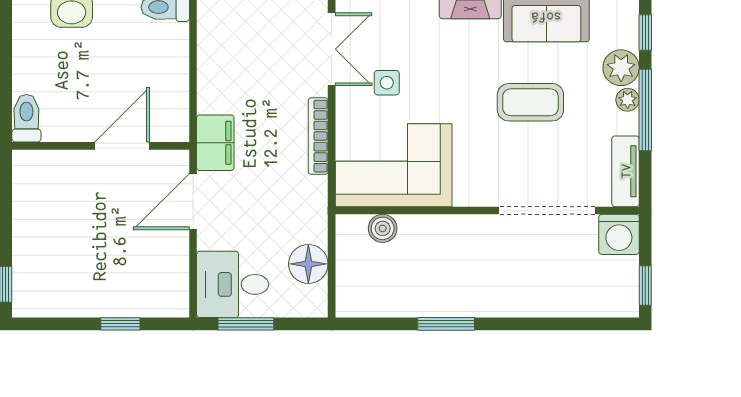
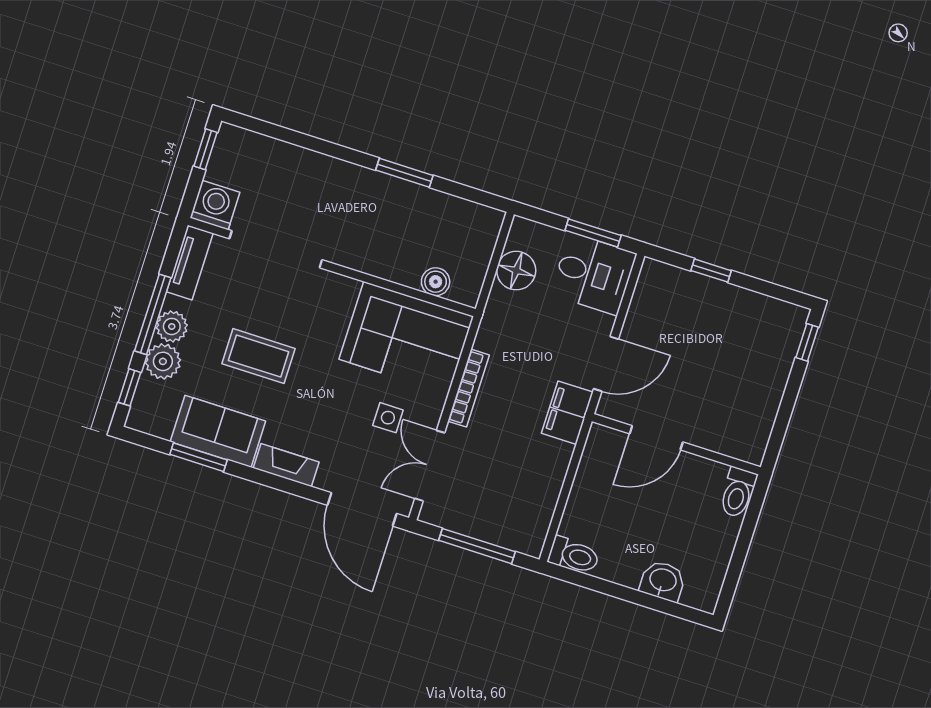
plant: (628, 100) -> (172, 326), width x1.38, depth x1.38

